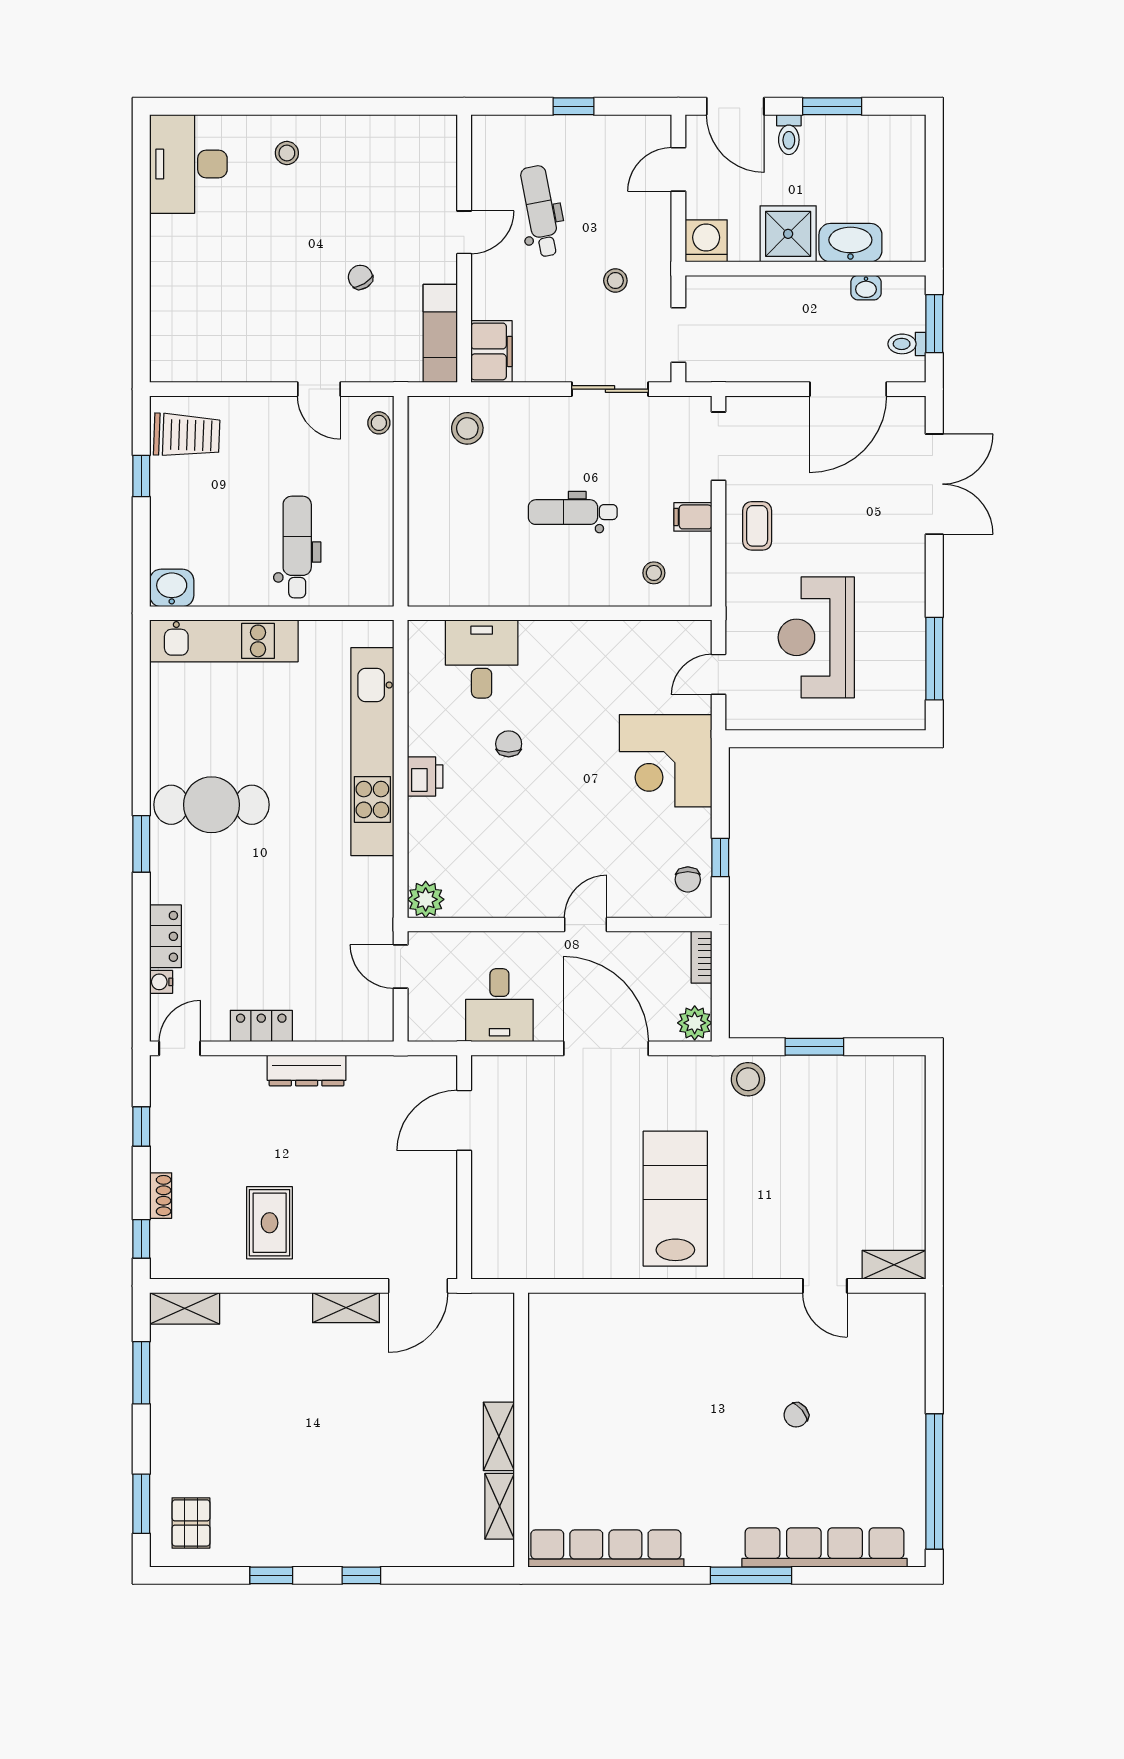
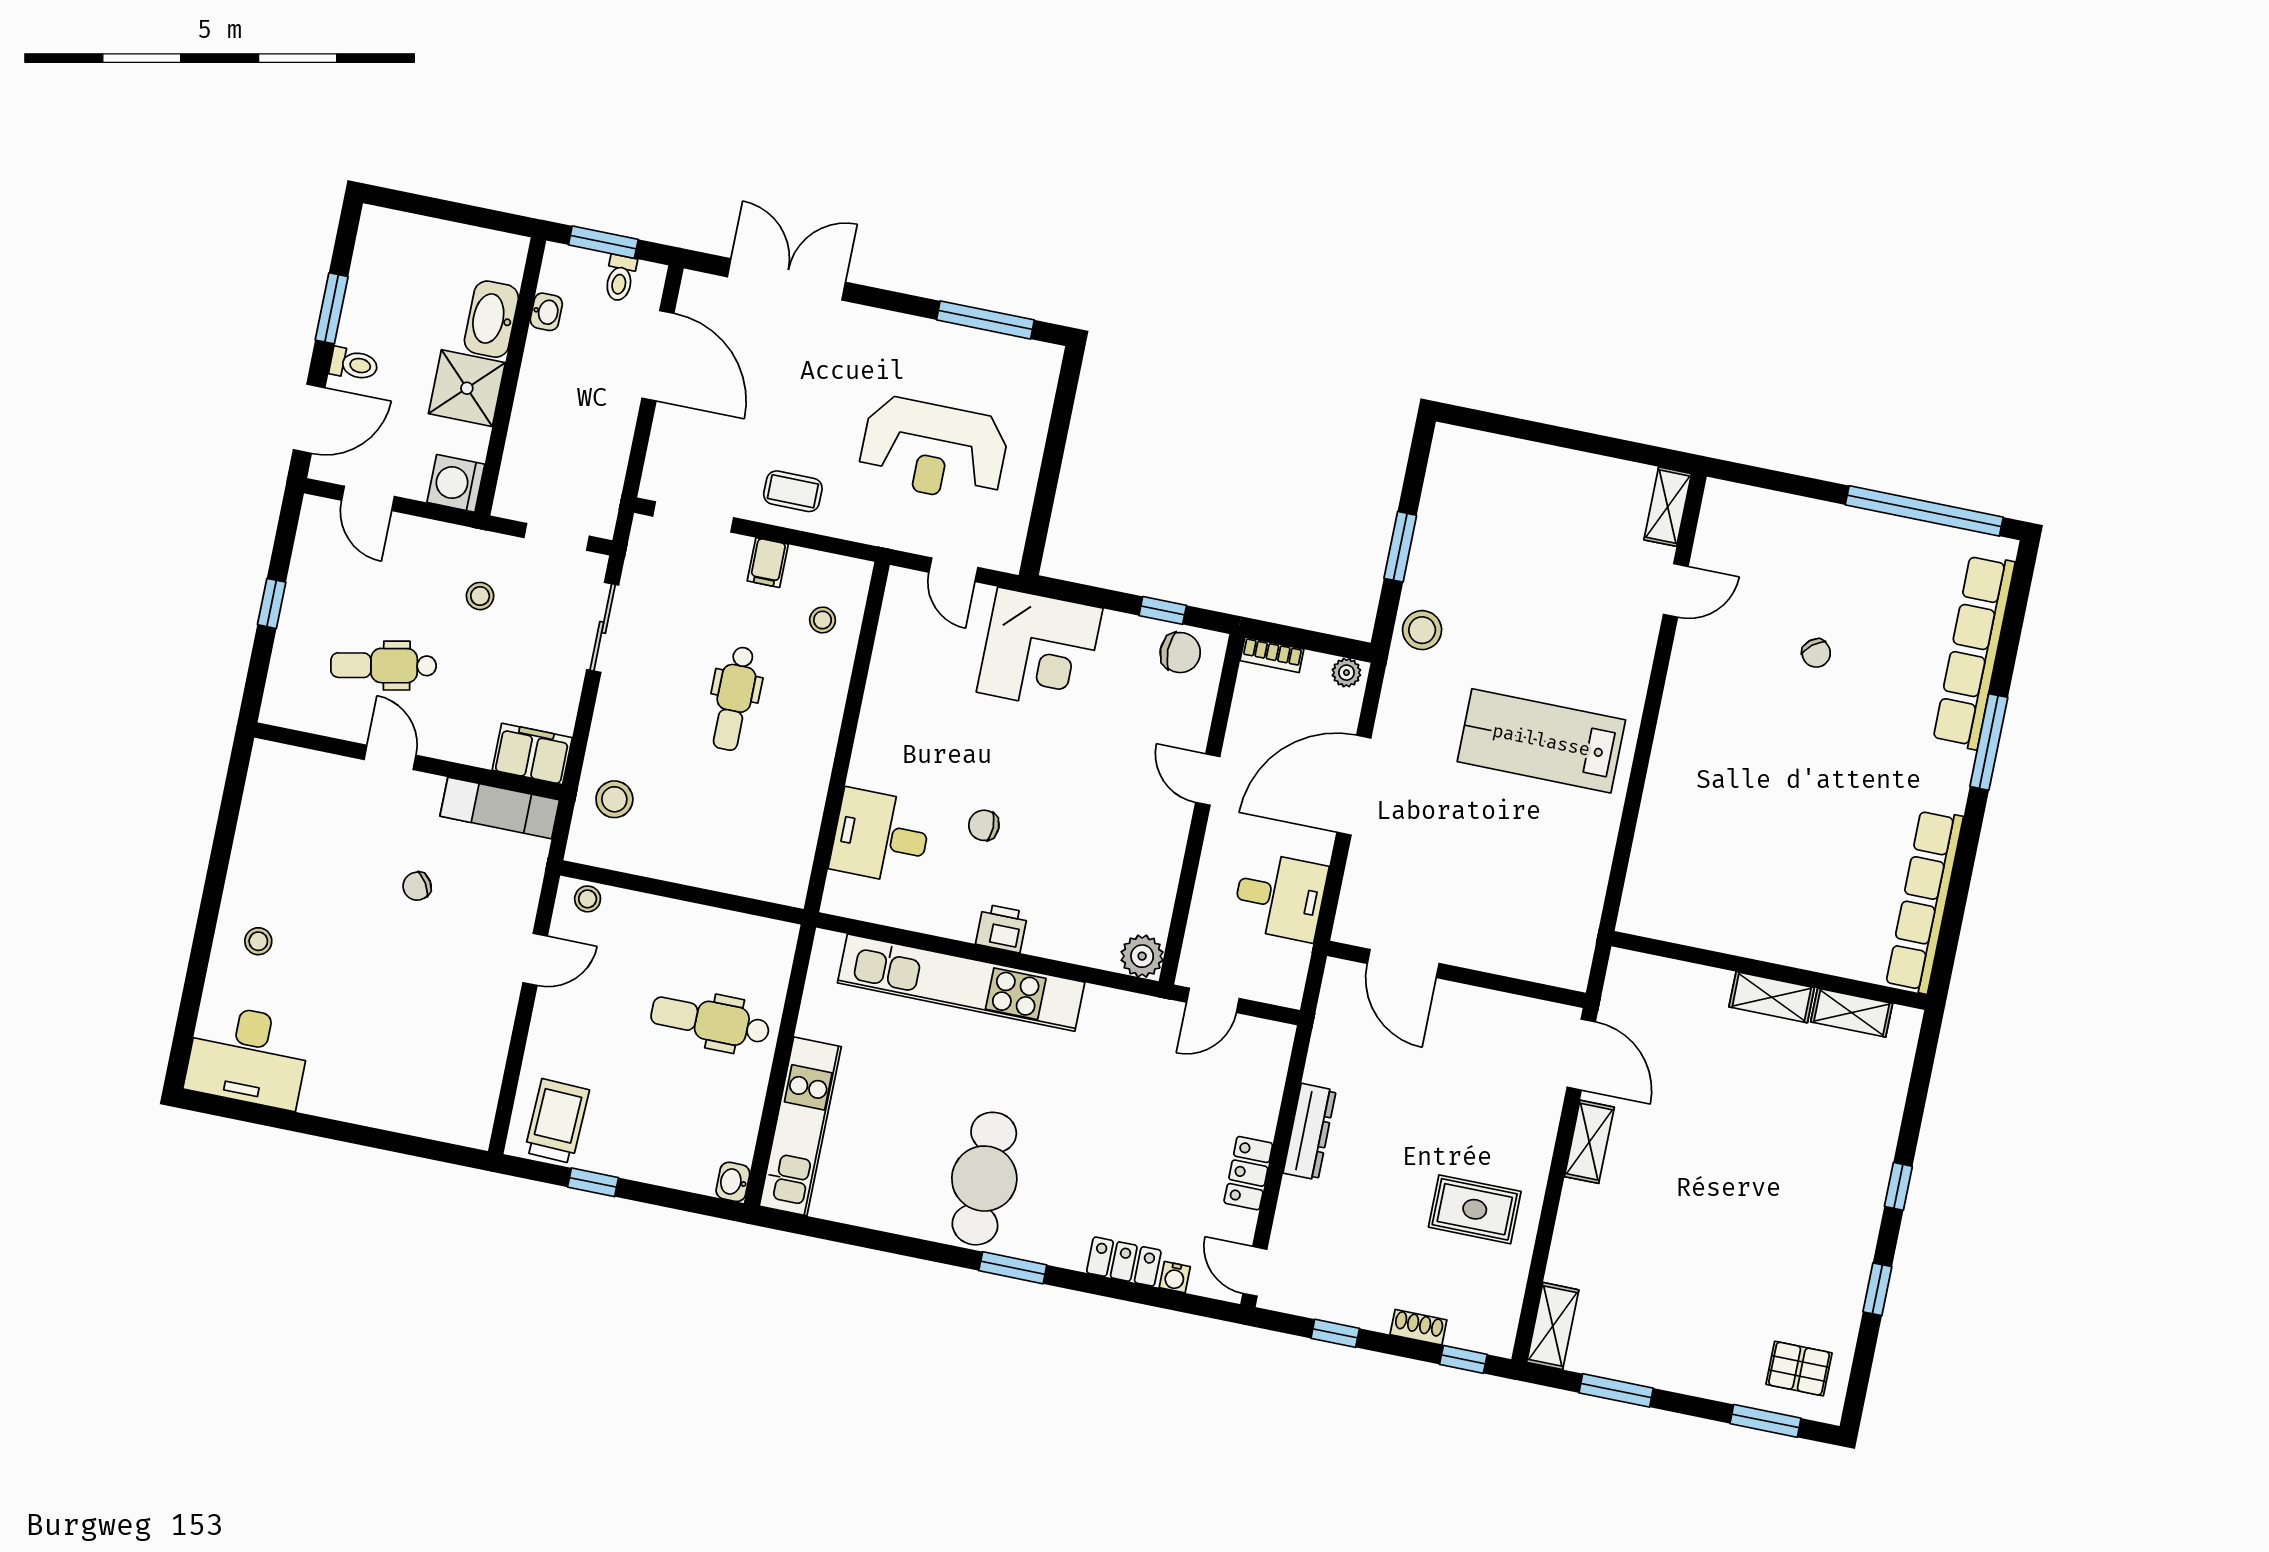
washbasin: (172, 588) -> (733, 1182), width x0.72, depth x0.69
chair: (688, 880) -> (1180, 653), width x1.37, depth x1.37
plant: (695, 1023) -> (1346, 673), width x0.73, depth x0.73

